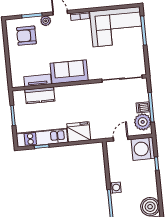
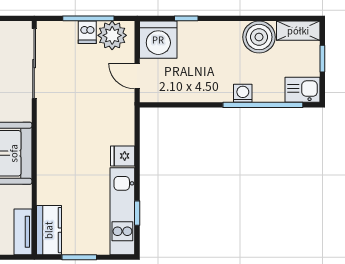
tv unit: (38, 80) -> (23, 232), moved
kitchen counter: (40, 95) -> (49, 230), moved
fridge: (79, 132) -> (123, 156), width x0.53, depth x0.75
washing machine: (115, 188) -> (243, 93), moved

